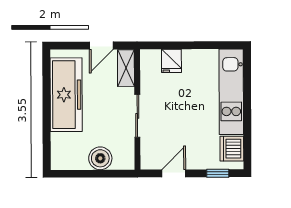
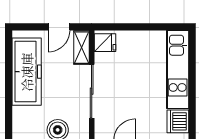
fridge: (171, 61) -> (105, 43), moved, turned -90
sliding door: (137, 116) -> (92, 91), width x1.37

